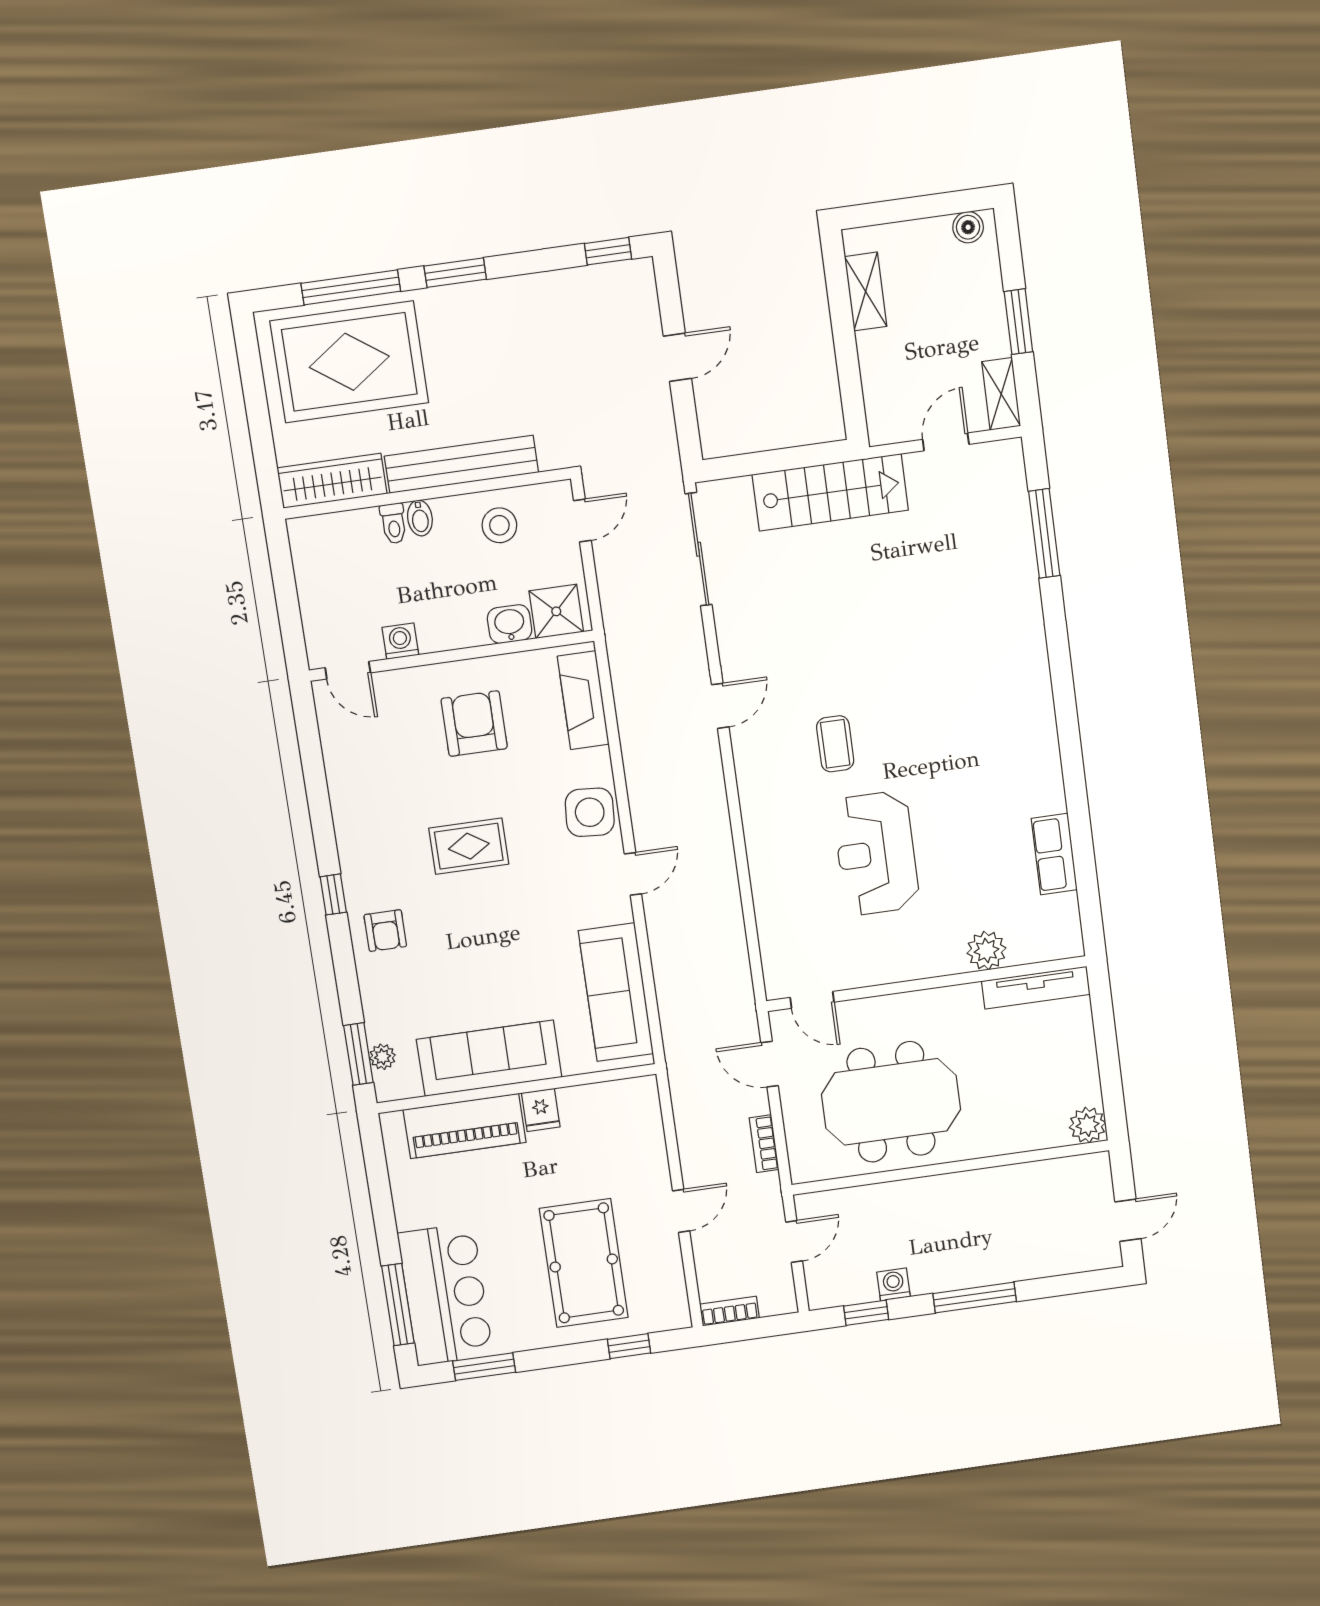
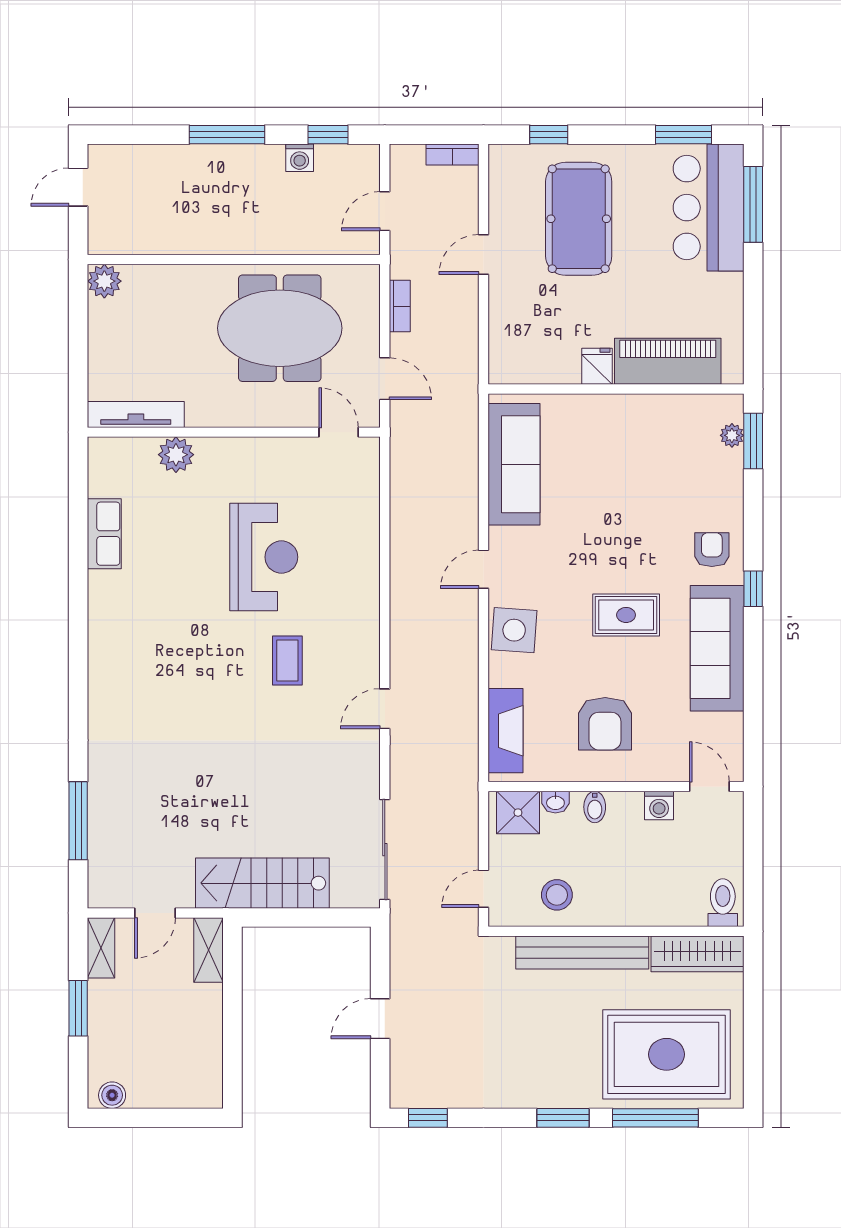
shelving: (866, 292) -> (208, 950), moved
bidet: (420, 518) -> (595, 807), moved, turned 180
toilet: (394, 523) -> (723, 903), moved, width x1.37, depth x1.39
washbasin: (510, 624) -> (555, 802), width x0.72, depth x0.69
sofa: (489, 1058) -> (717, 648), moved, turned 90

